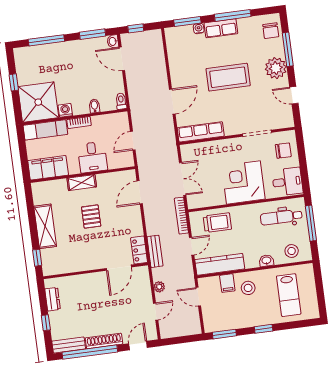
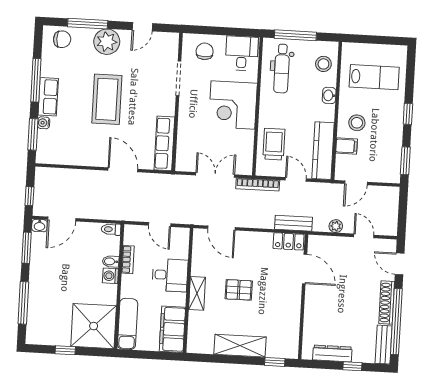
washing machine: (65, 110) -> (110, 276), moved
bookcase: (79, 122) -> (128, 260), moved
dresser: (53, 299) -> (332, 353), width x1.44

